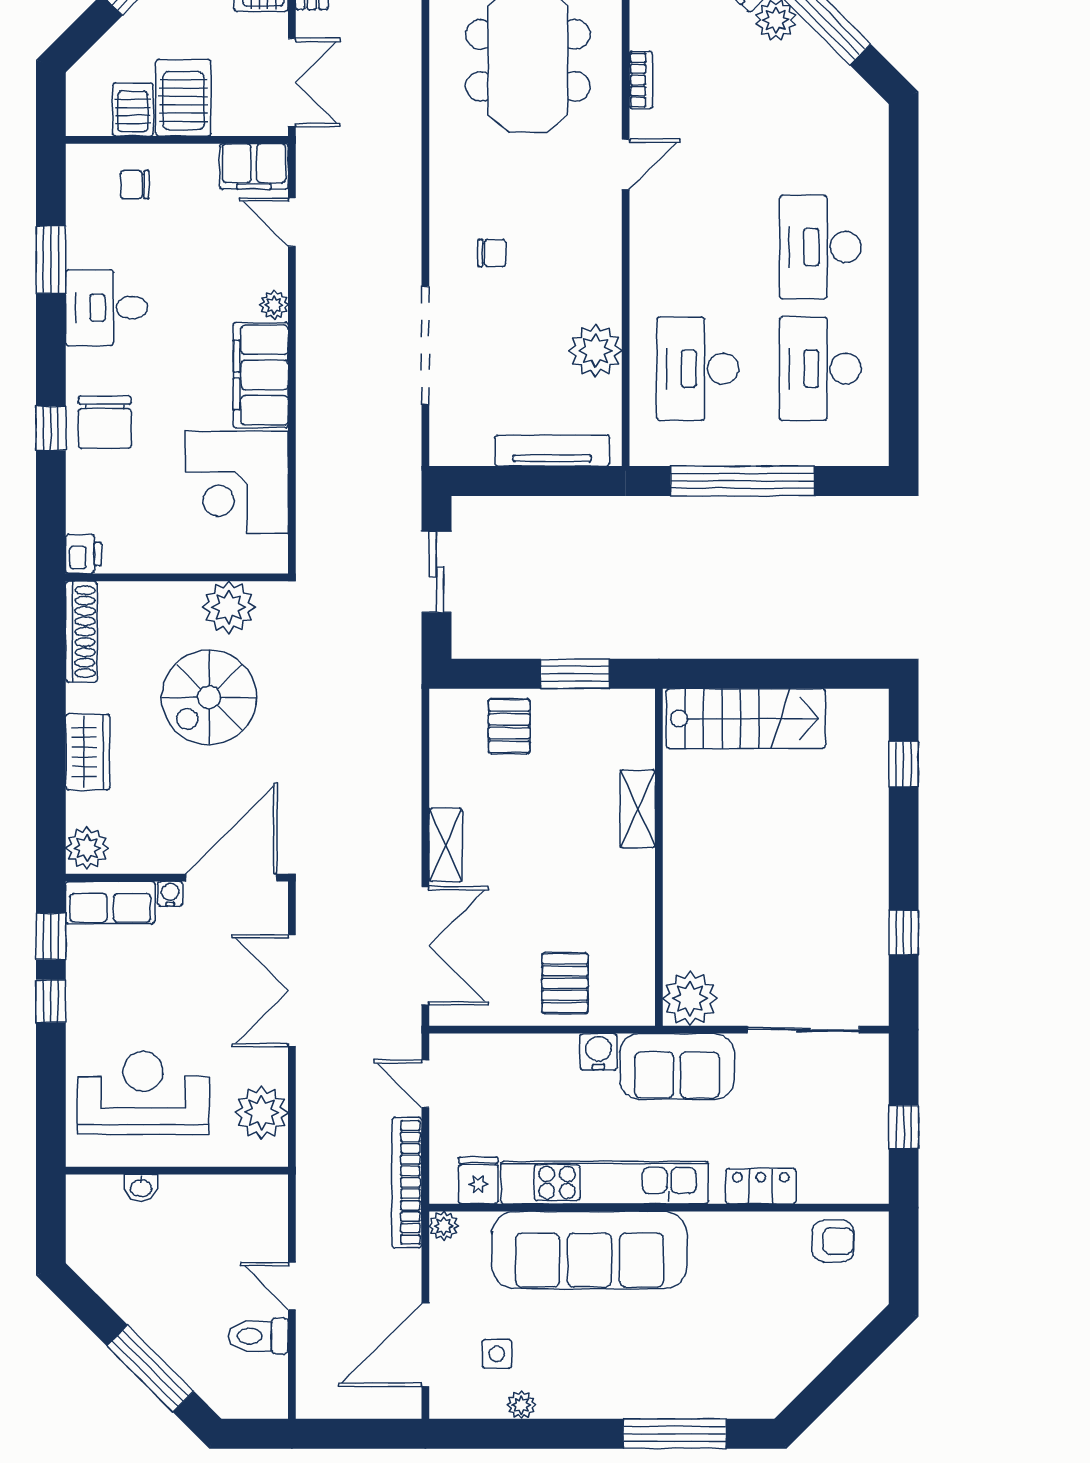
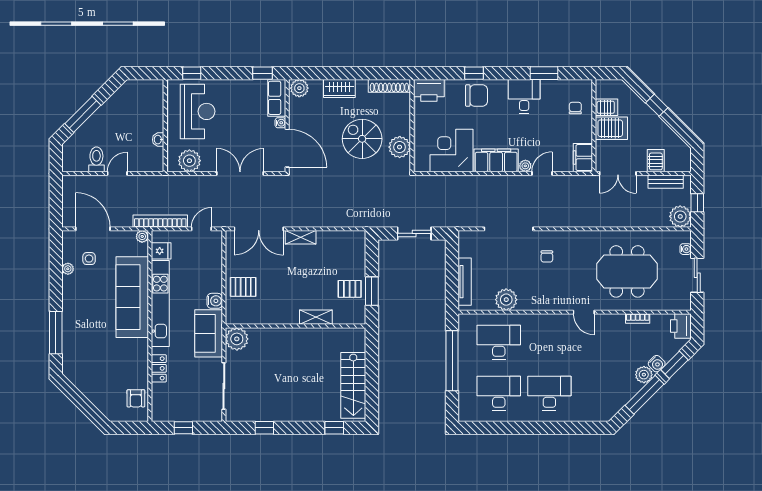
bookcase: (641, 80) -> (638, 318), moved
door: (292, 222) -> (542, 173), moved
chair: (105, 422) -> (477, 96), turned 180
printer: (84, 554) -> (429, 90), width x1.87, depth x1.48
stairs: (746, 719) -> (353, 385), moved
pallet: (509, 726) -> (350, 289), moved
window: (51, 1001) -> (192, 73), moved
washbasin: (141, 1188) -> (158, 140), moved

